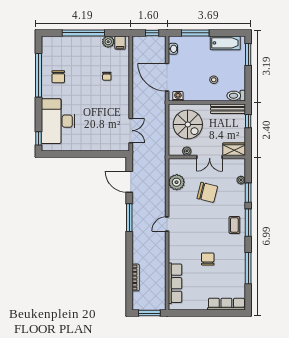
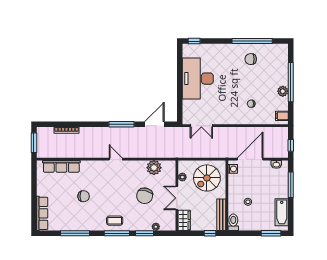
plant: (108, 42) -> (283, 91), moved
desk: (58, 121) -> (198, 79), moved, turned -90

